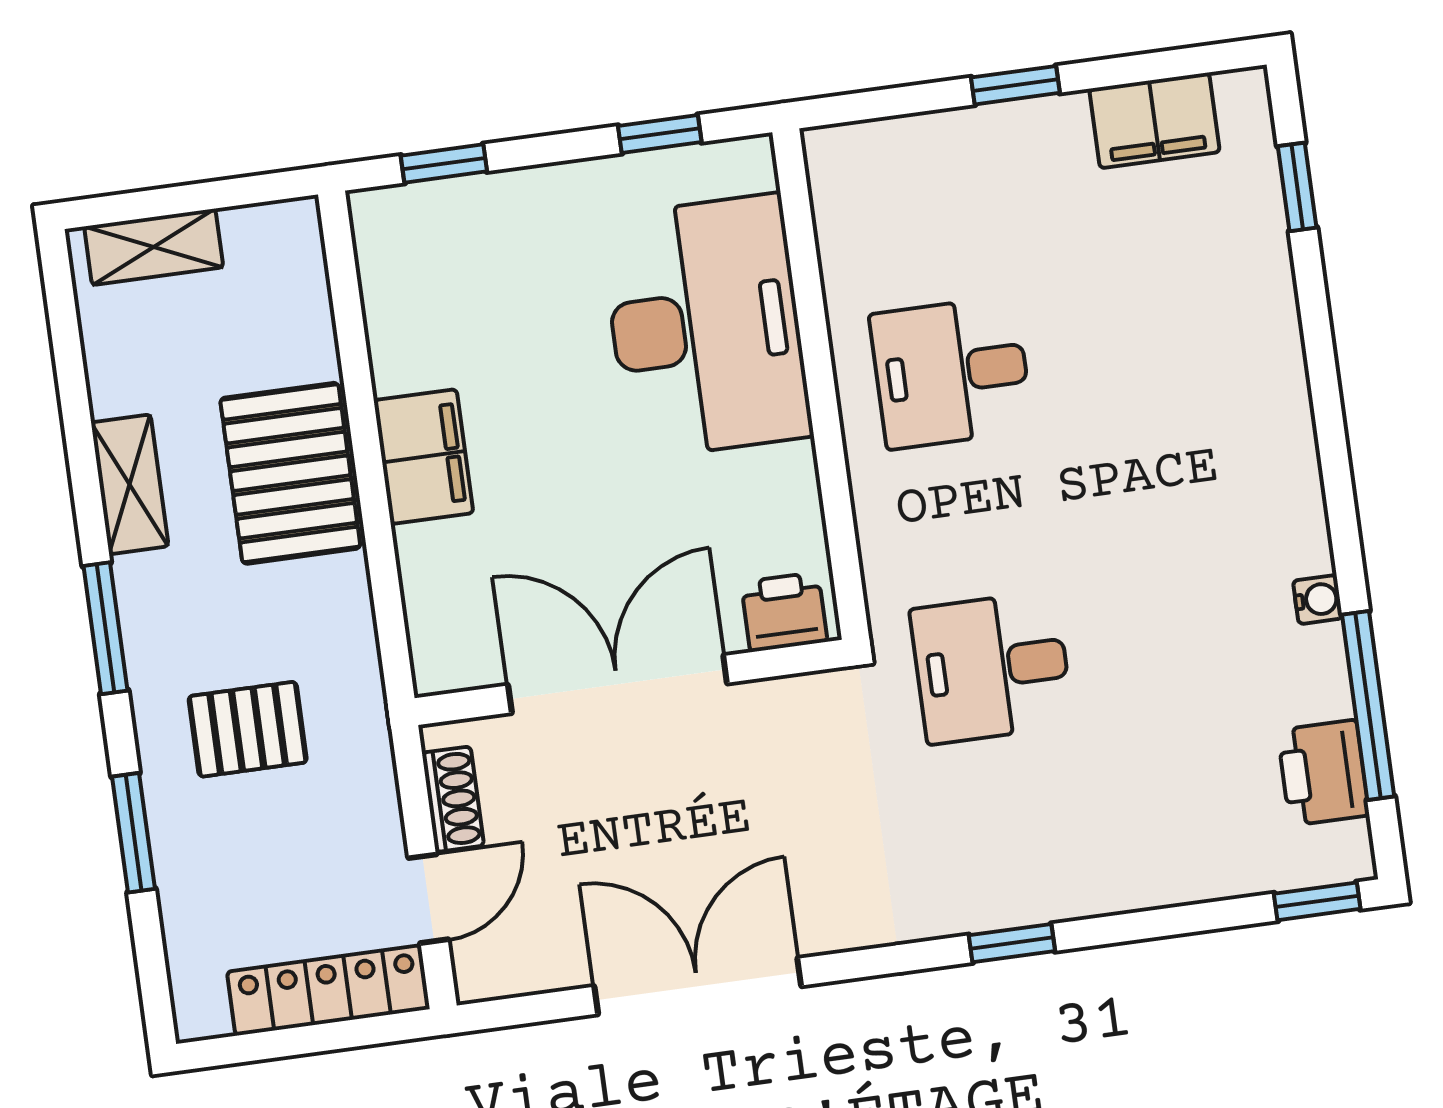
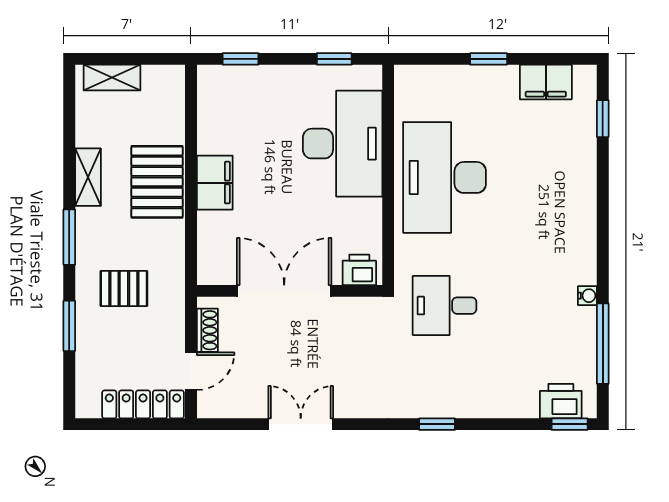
desk: (951, 372) -> (445, 177), width x1.87, depth x1.30
printer: (1323, 773) -> (561, 401), moved, turned 90
double door: (698, 986) -> (301, 424), width x0.73

